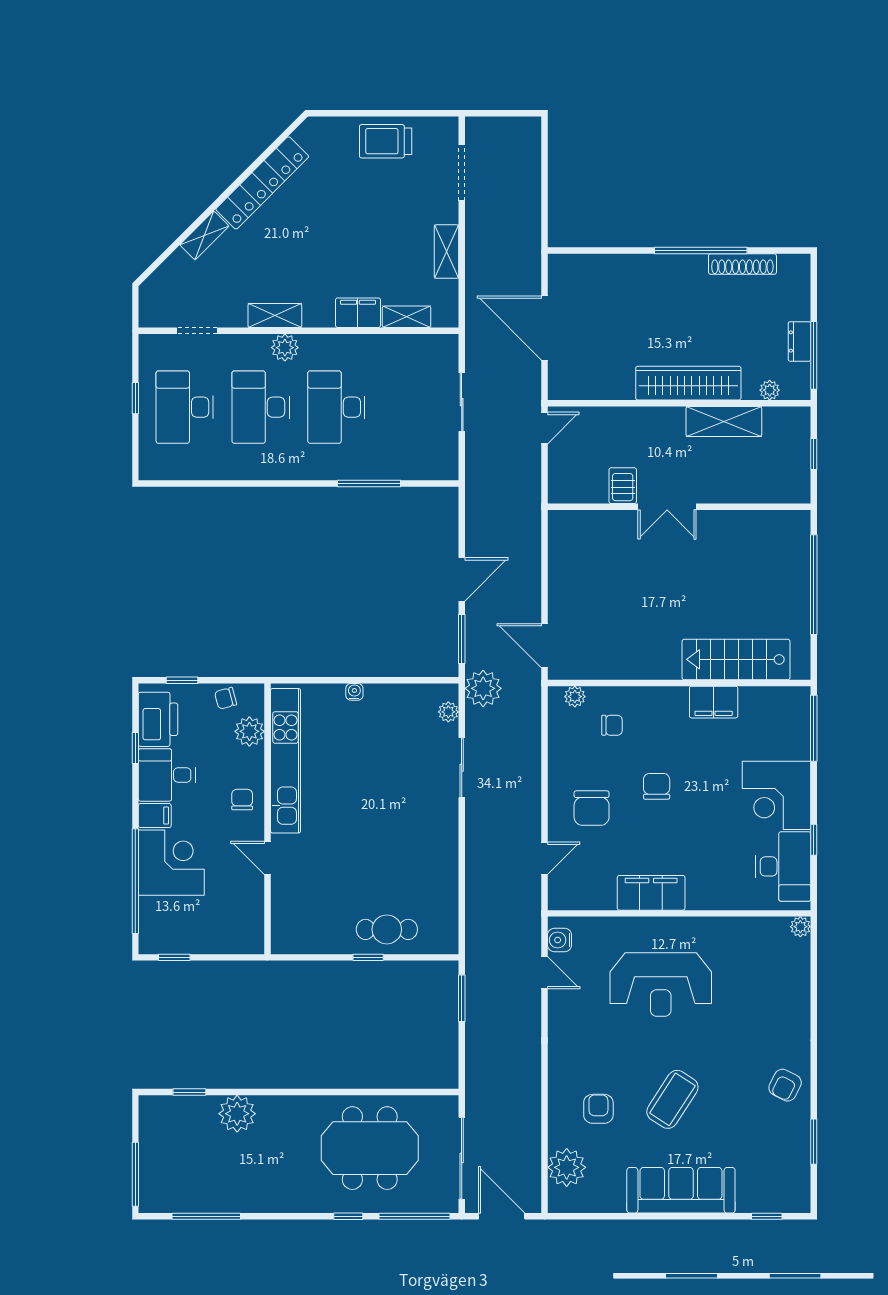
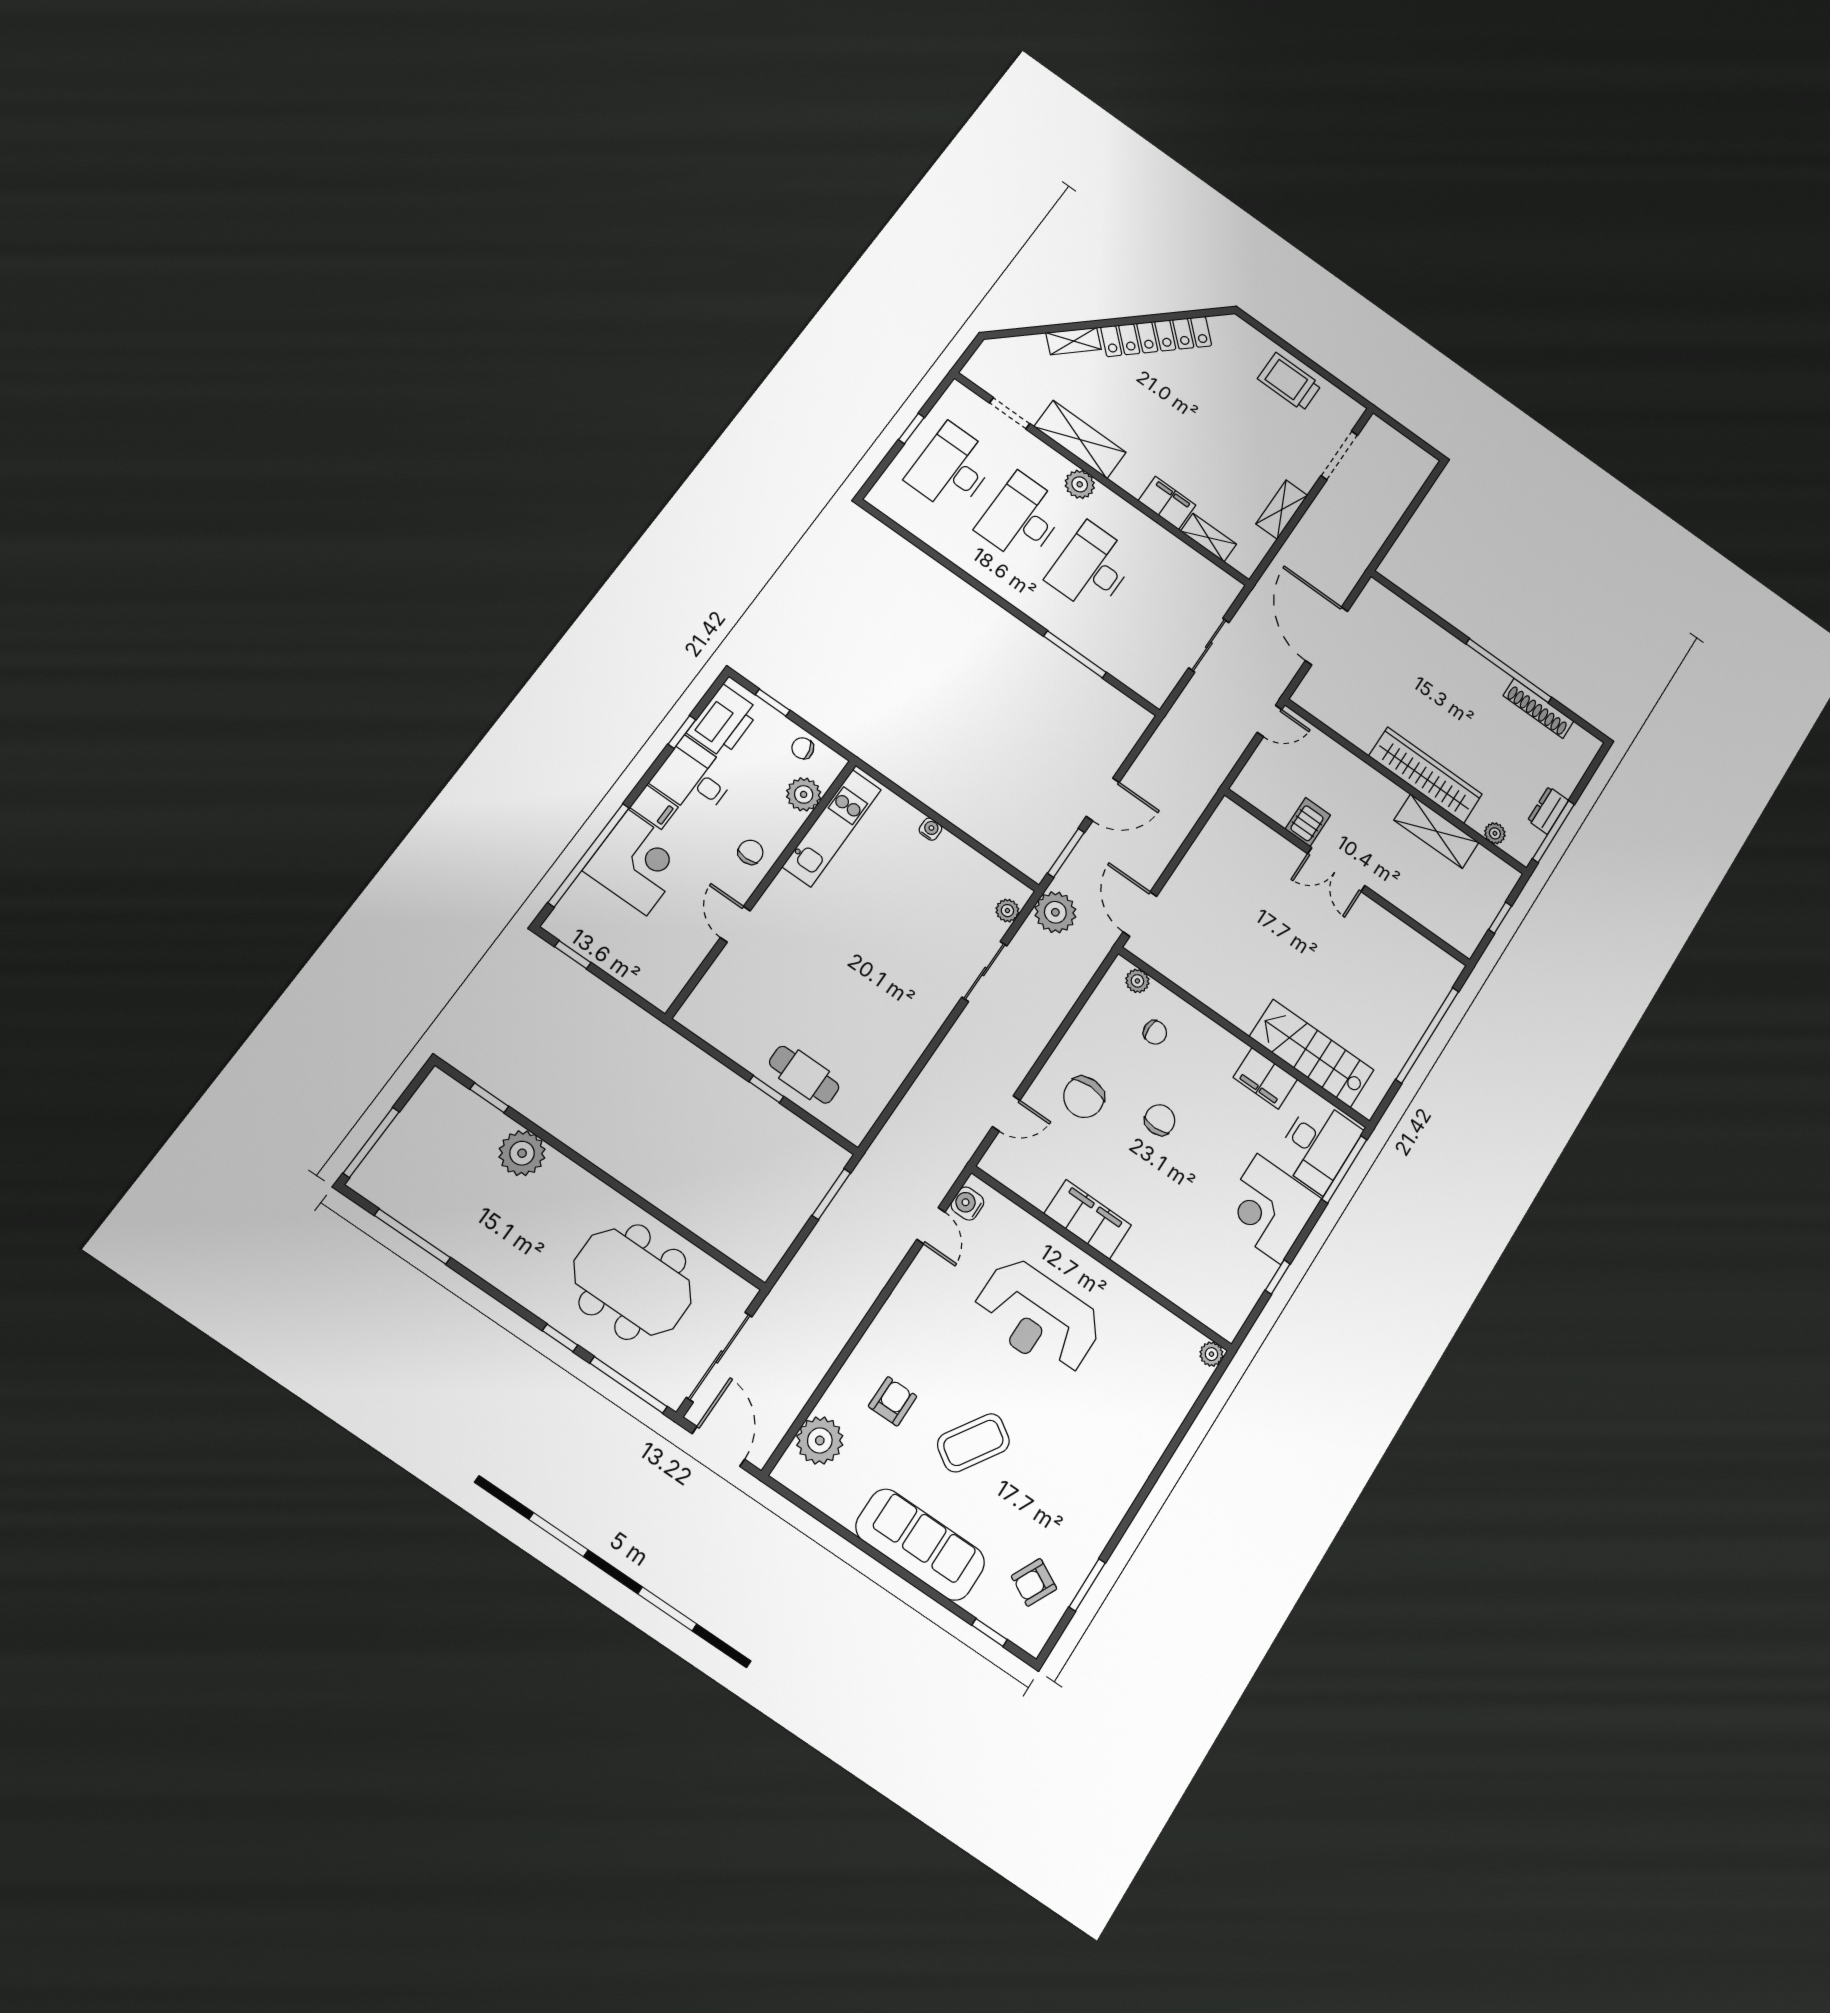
shelving: (275, 316) -> (1080, 439), width x1.50, depth x1.33
kitchen unit: (286, 761) -> (832, 828), width x0.73
desk: (783, 866) -> (1318, 1145), moved
armchair: (785, 1085) -> (1034, 1582), moved

